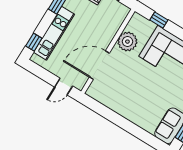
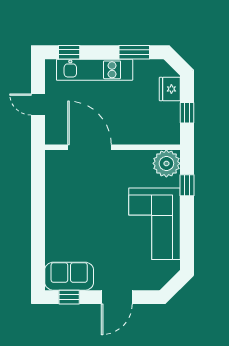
plant: (127, 42) -> (166, 163), moved
door: (64, 86) -> (38, 105), moved

